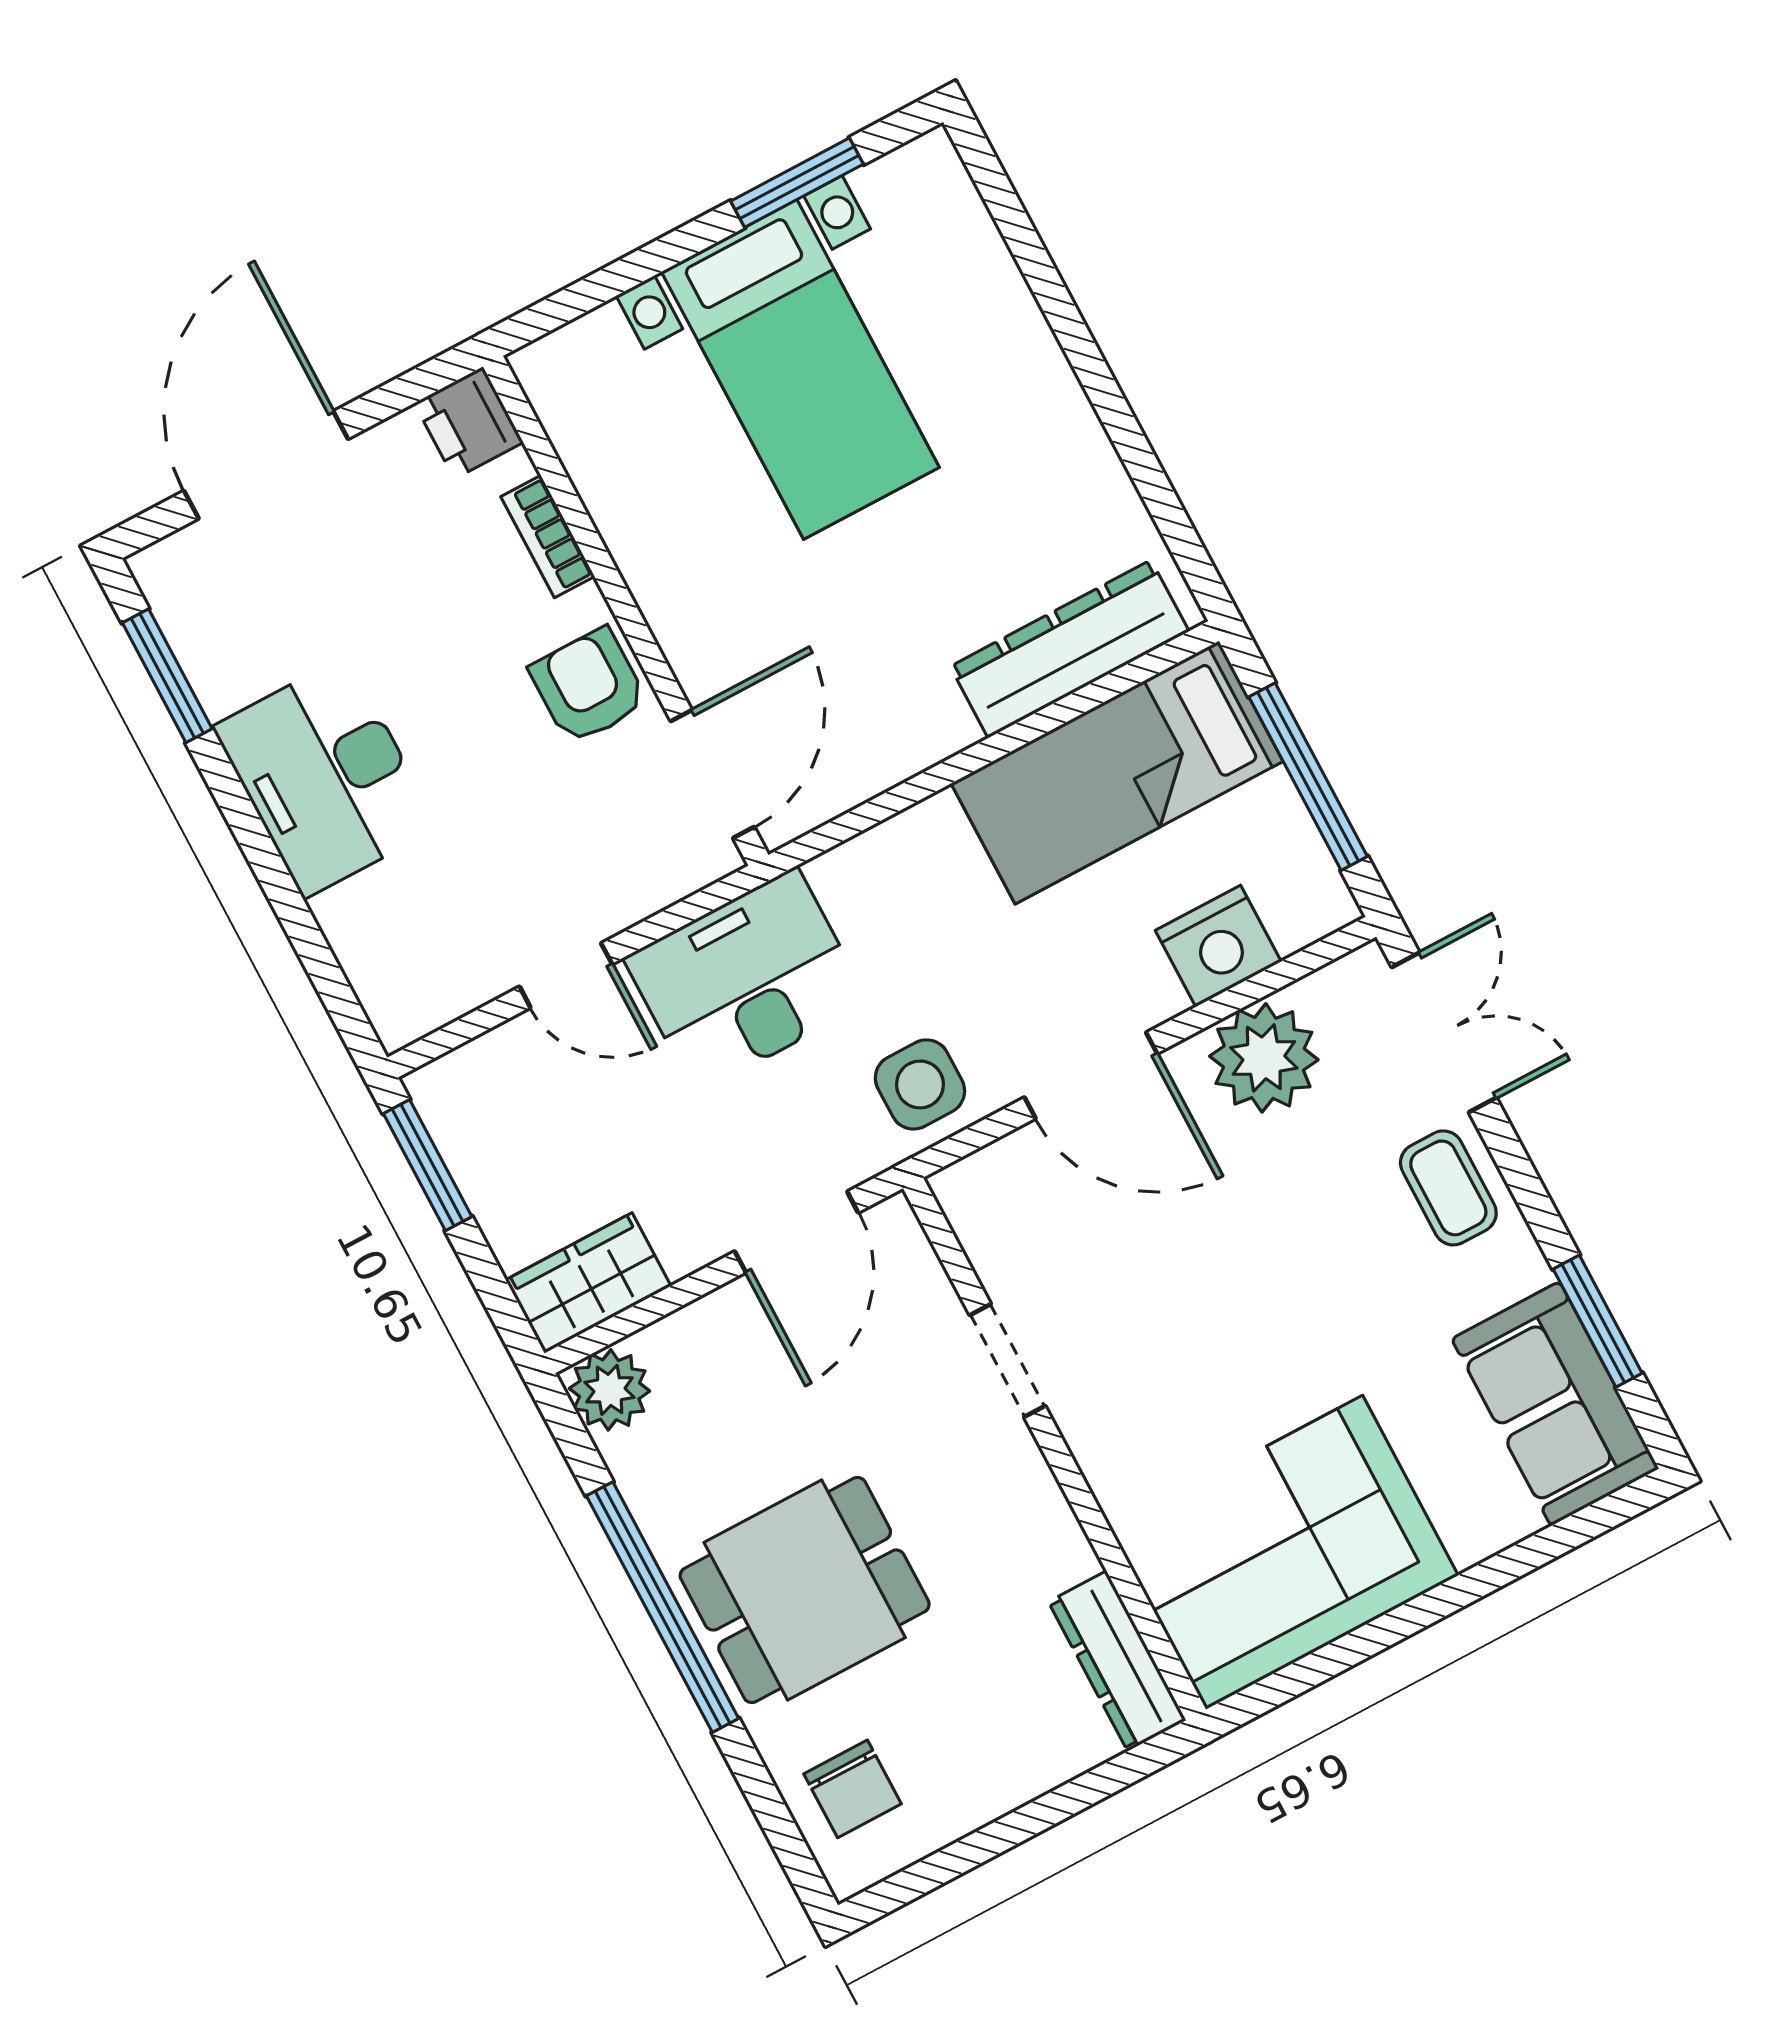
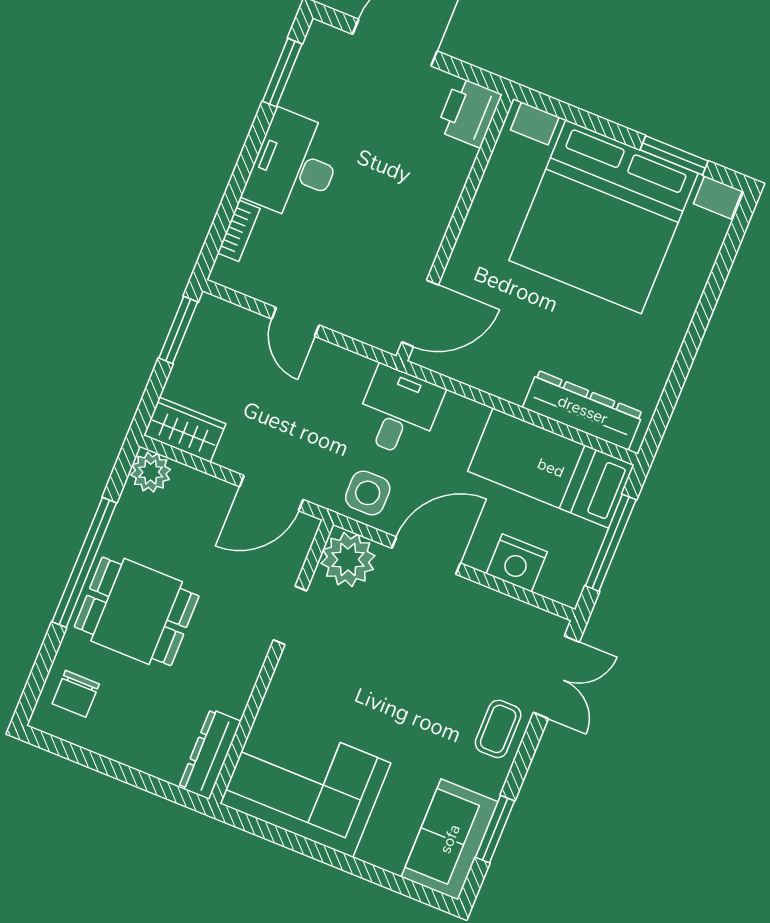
bed with nightstands: (800, 369) -> (603, 217), width x1.85
printer: (469, 423) -> (469, 112), width x1.36, depth x1.24
bookcase: (548, 537) -> (239, 231), moved, turned 180
armchair: (589, 686) -> (414, 238), removed
desk: (746, 980) -> (398, 412), moved, width x0.73
plant: (1264, 1058) -> (348, 560), moved
door: (1091, 1076) -> (426, 556), swing flipped

